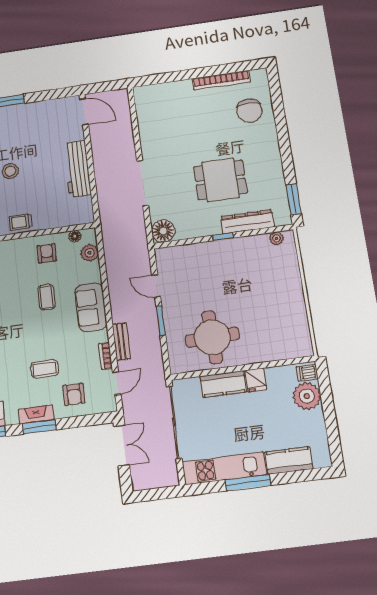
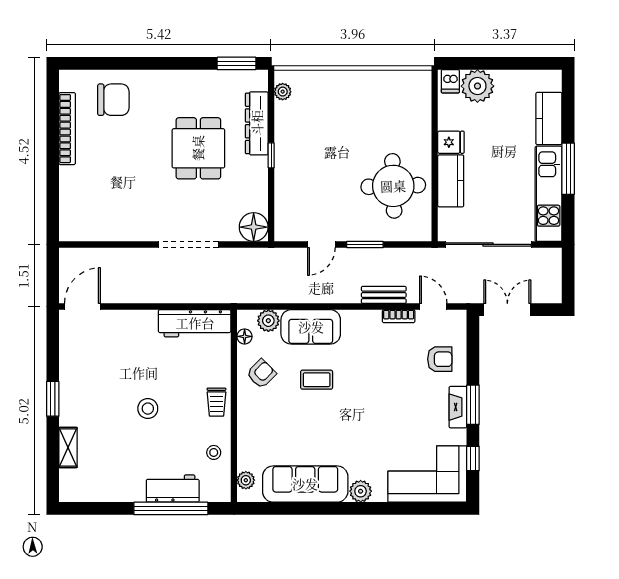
workbench: (78, 169) -> (195, 323), moved
armchair: (47, 253) -> (261, 374), turned 135
sofa: (91, 307) -> (311, 327), moved
coffee table: (45, 369) -> (405, 391), removed

